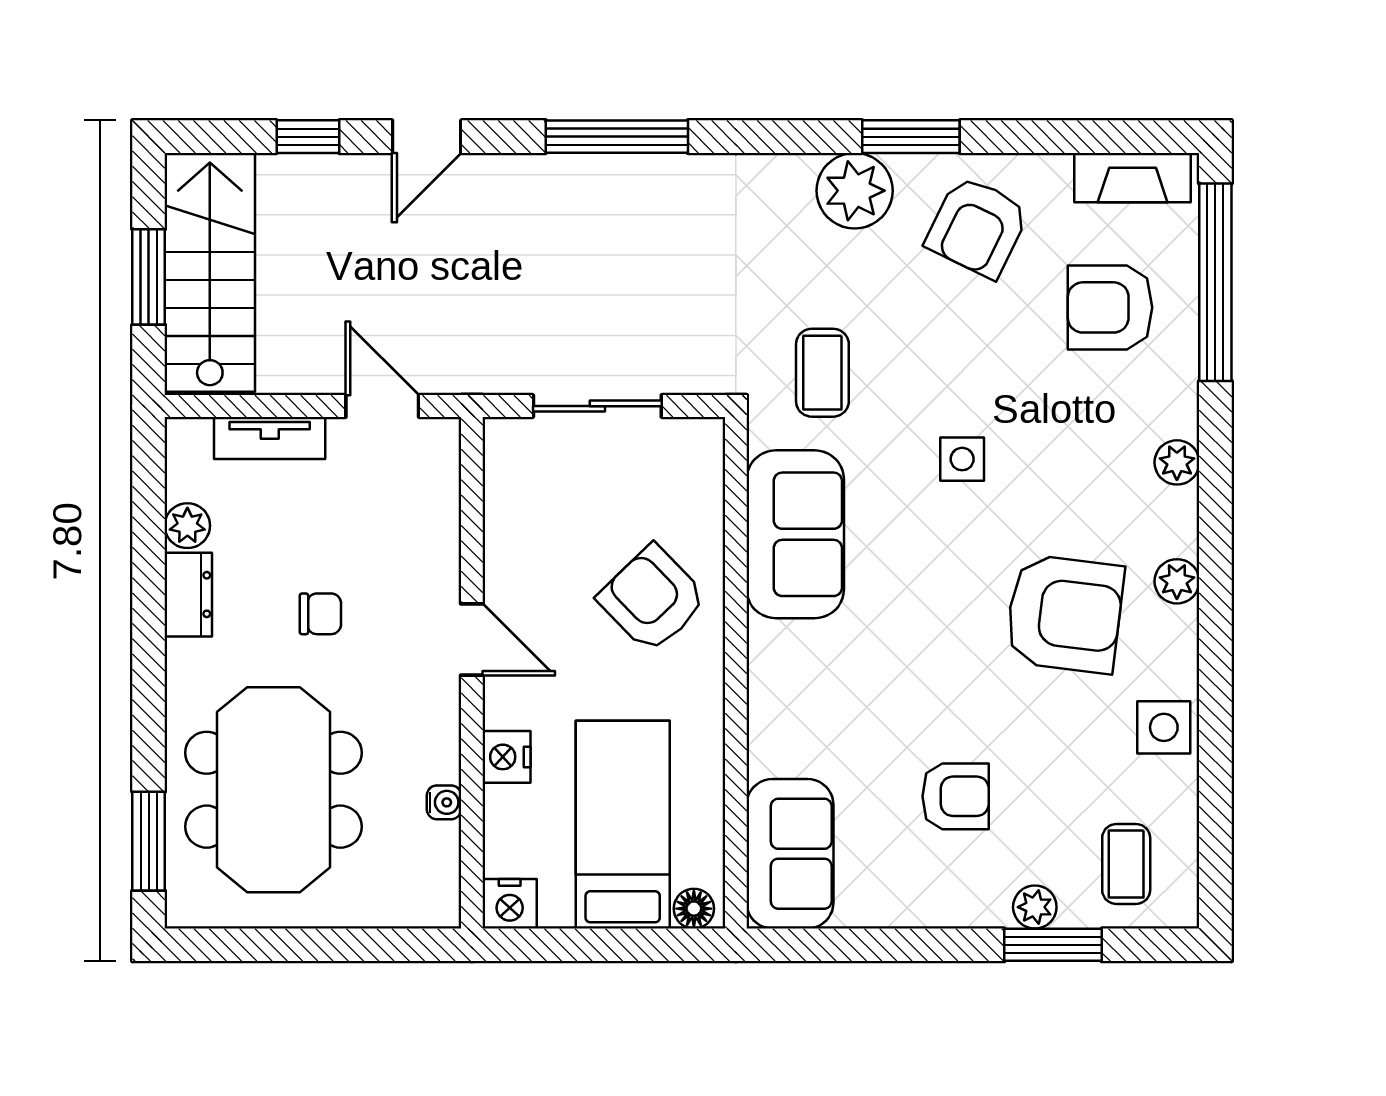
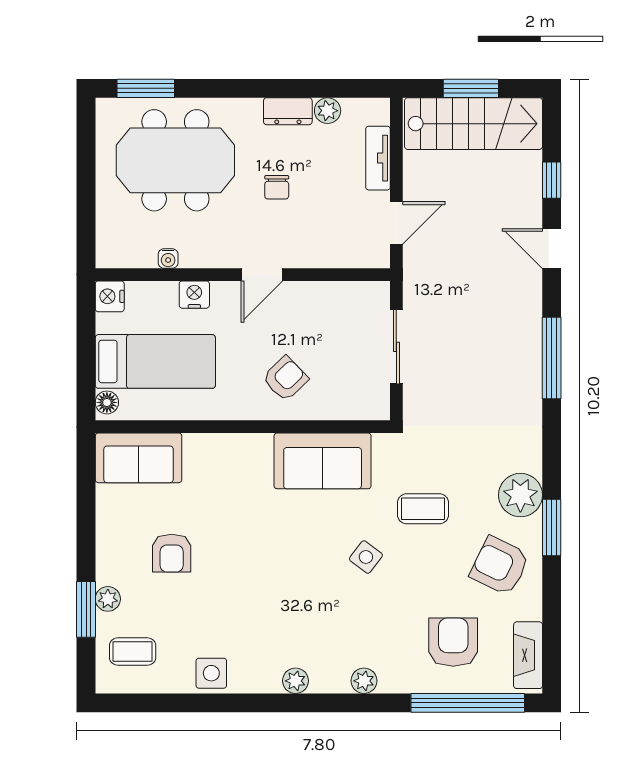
coffee table: (822, 373) -> (423, 509), moved
side table: (962, 459) -> (366, 557), turned 37
armchair: (652, 599) -> (285, 379), width x0.72, depth x0.72
armchair: (1065, 614) -> (277, 616), removed

